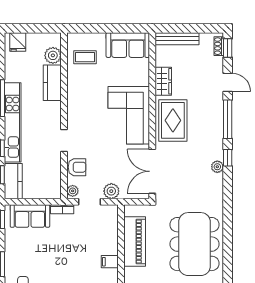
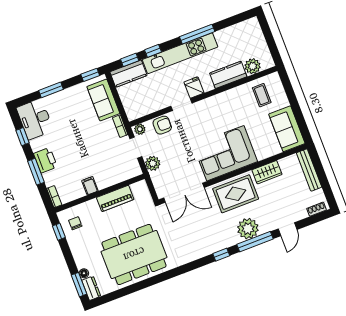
fridge: (18, 42) -> (194, 87), moved, turned 90
window: (228, 48) -> (318, 218), removed
armchair: (77, 167) -> (162, 125), turned -90
plant: (217, 167) -> (248, 229), moved, width x1.88, depth x1.88
double door: (152, 171) -> (184, 193), swing flipped
piano: (135, 241) -> (115, 198), width x0.73, depth x0.75

